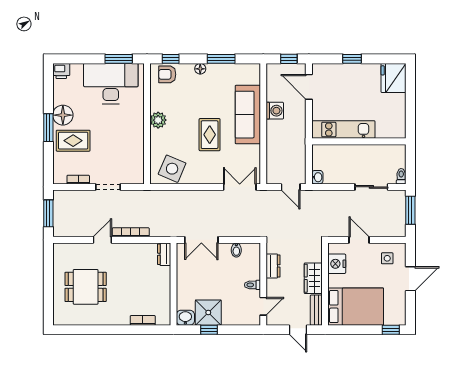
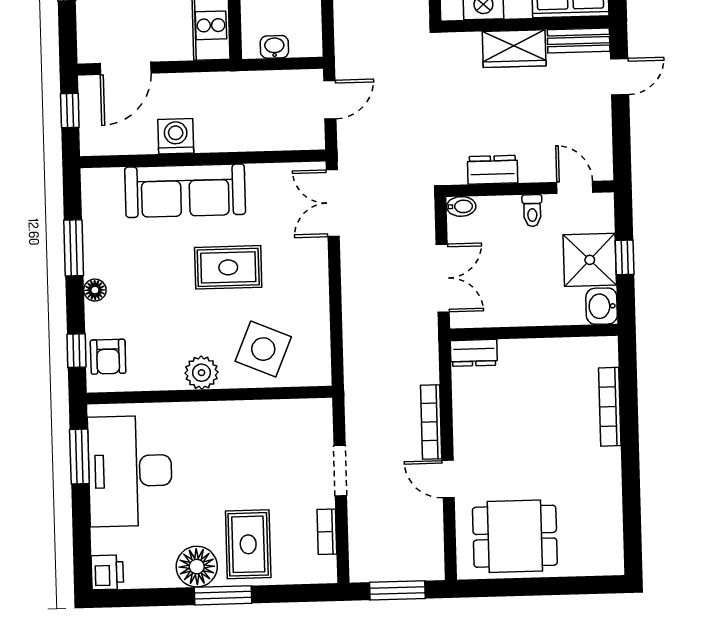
side table: (172, 169) -> (263, 349), moved
washbasin: (317, 177) -> (274, 47), moved
dresser: (273, 266) -> (493, 170), moved
wall: (263, 284) -> (530, 189), moved
toilet: (252, 285) -> (532, 211), moved
dining table: (86, 287) -> (515, 536), moved, turned 90
door: (263, 306) -> (575, 187), moved
bookcase: (143, 320) -> (610, 407), width x1.56

